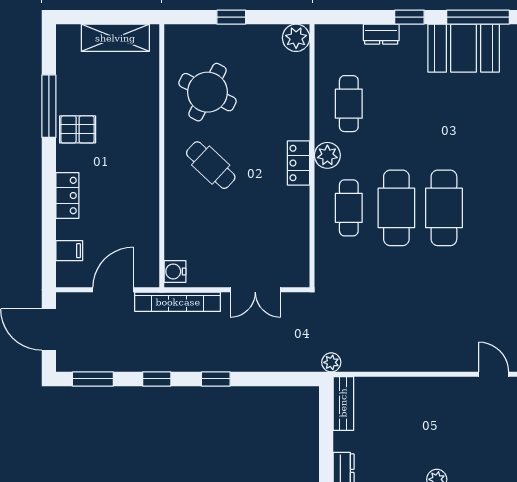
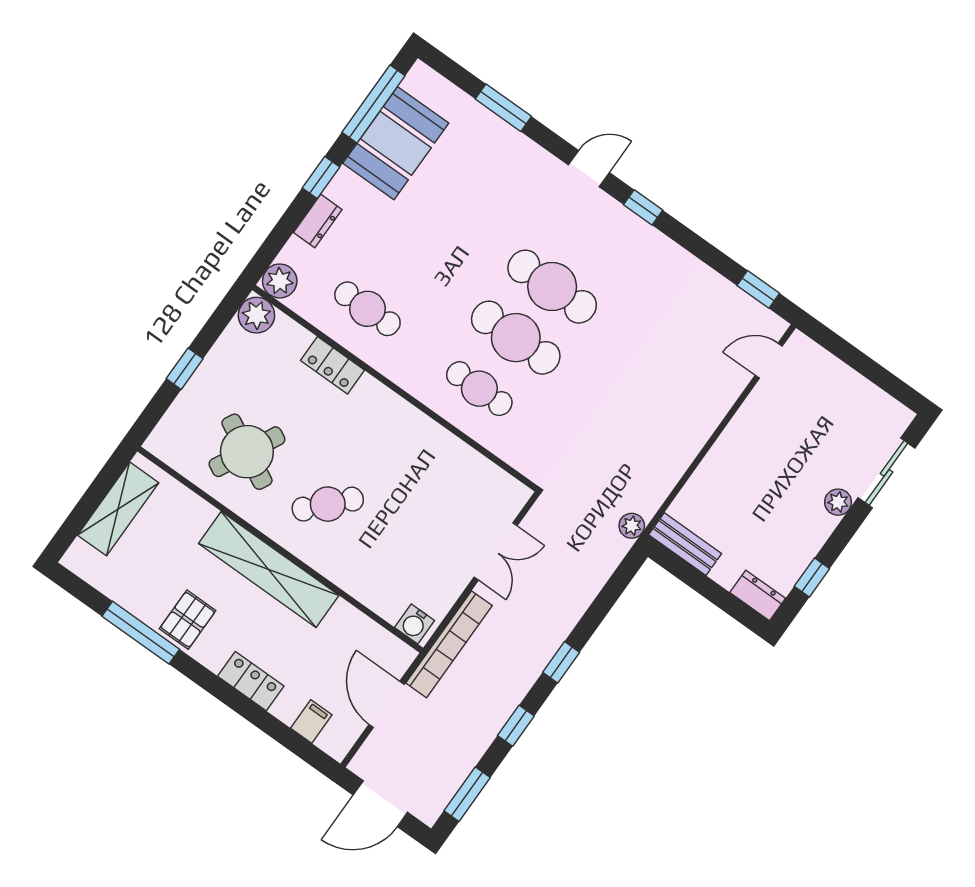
plant: (327, 155) -> (280, 281), moved
shelving: (144, 157) -> (269, 569), added
locker: (299, 163) -> (333, 365), moved

